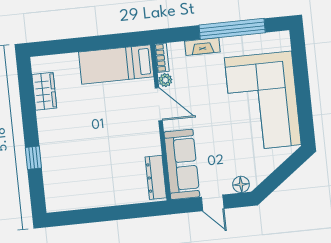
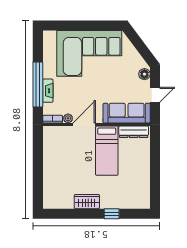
window: (232, 29) -> (38, 84), moved
bed: (116, 64) -> (107, 151), moved
wardrobe: (44, 91) -> (87, 202), moved

